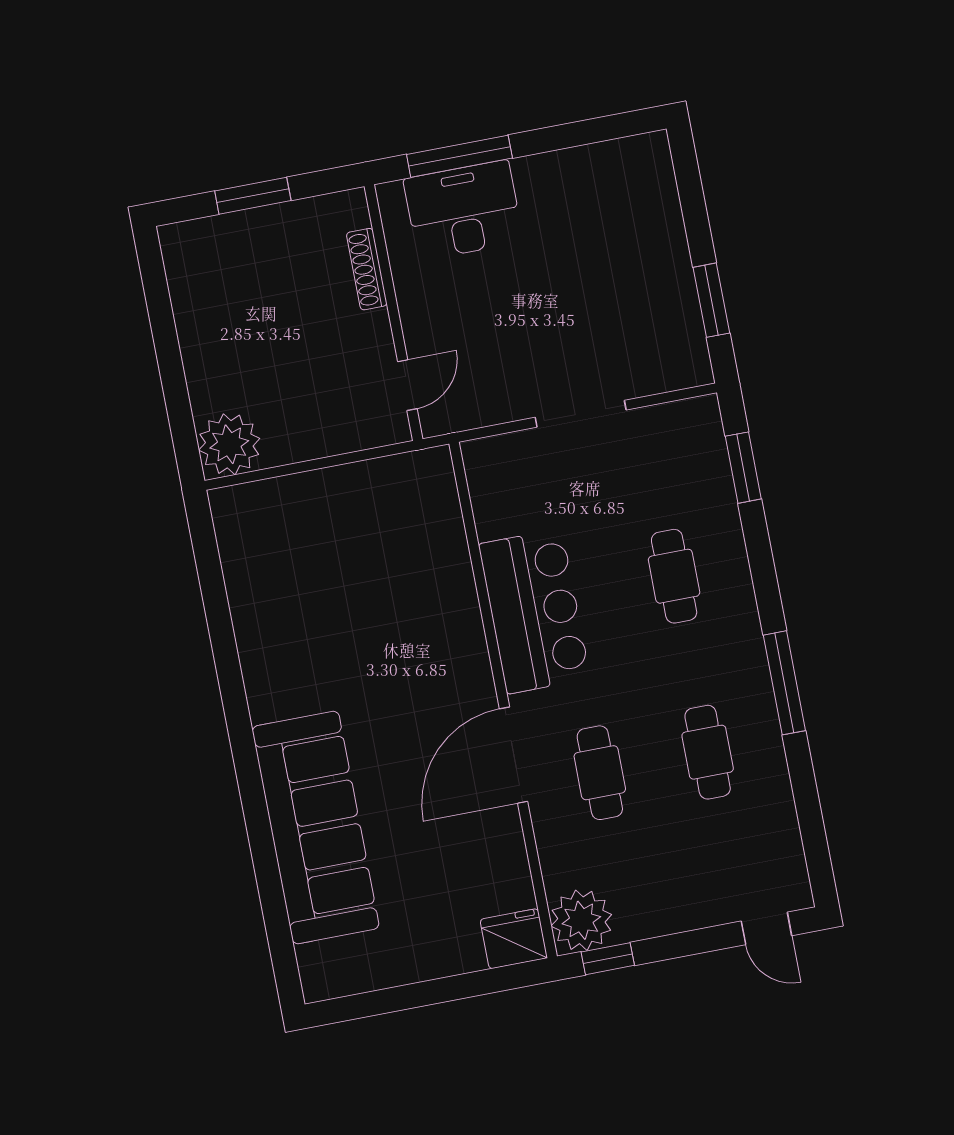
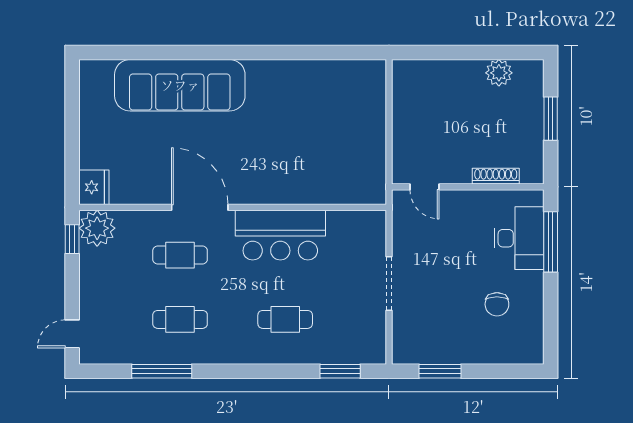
chair: (581, 226) -> (497, 304), added
plant: (229, 444) -> (499, 73), moved, width x0.73, depth x0.73
window: (784, 683) -> (162, 371), moved

